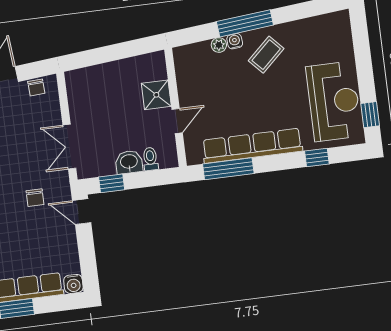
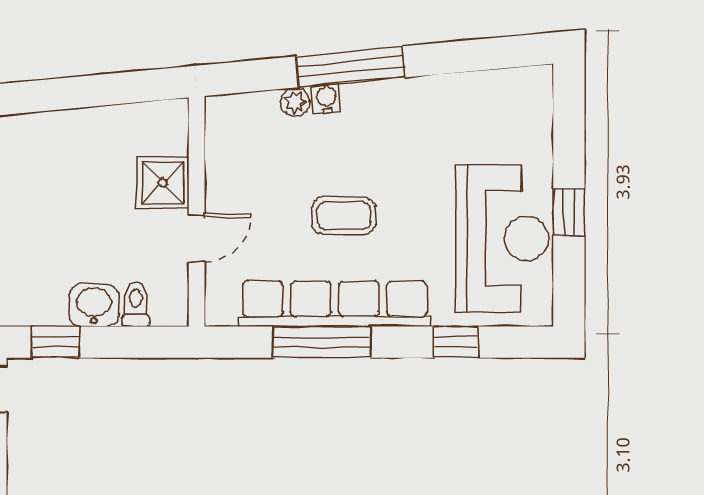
coffee table: (266, 55) -> (344, 215), moved, turned 44
window: (370, 115) -> (569, 212), moved
window: (228, 169) -> (322, 342), moved

